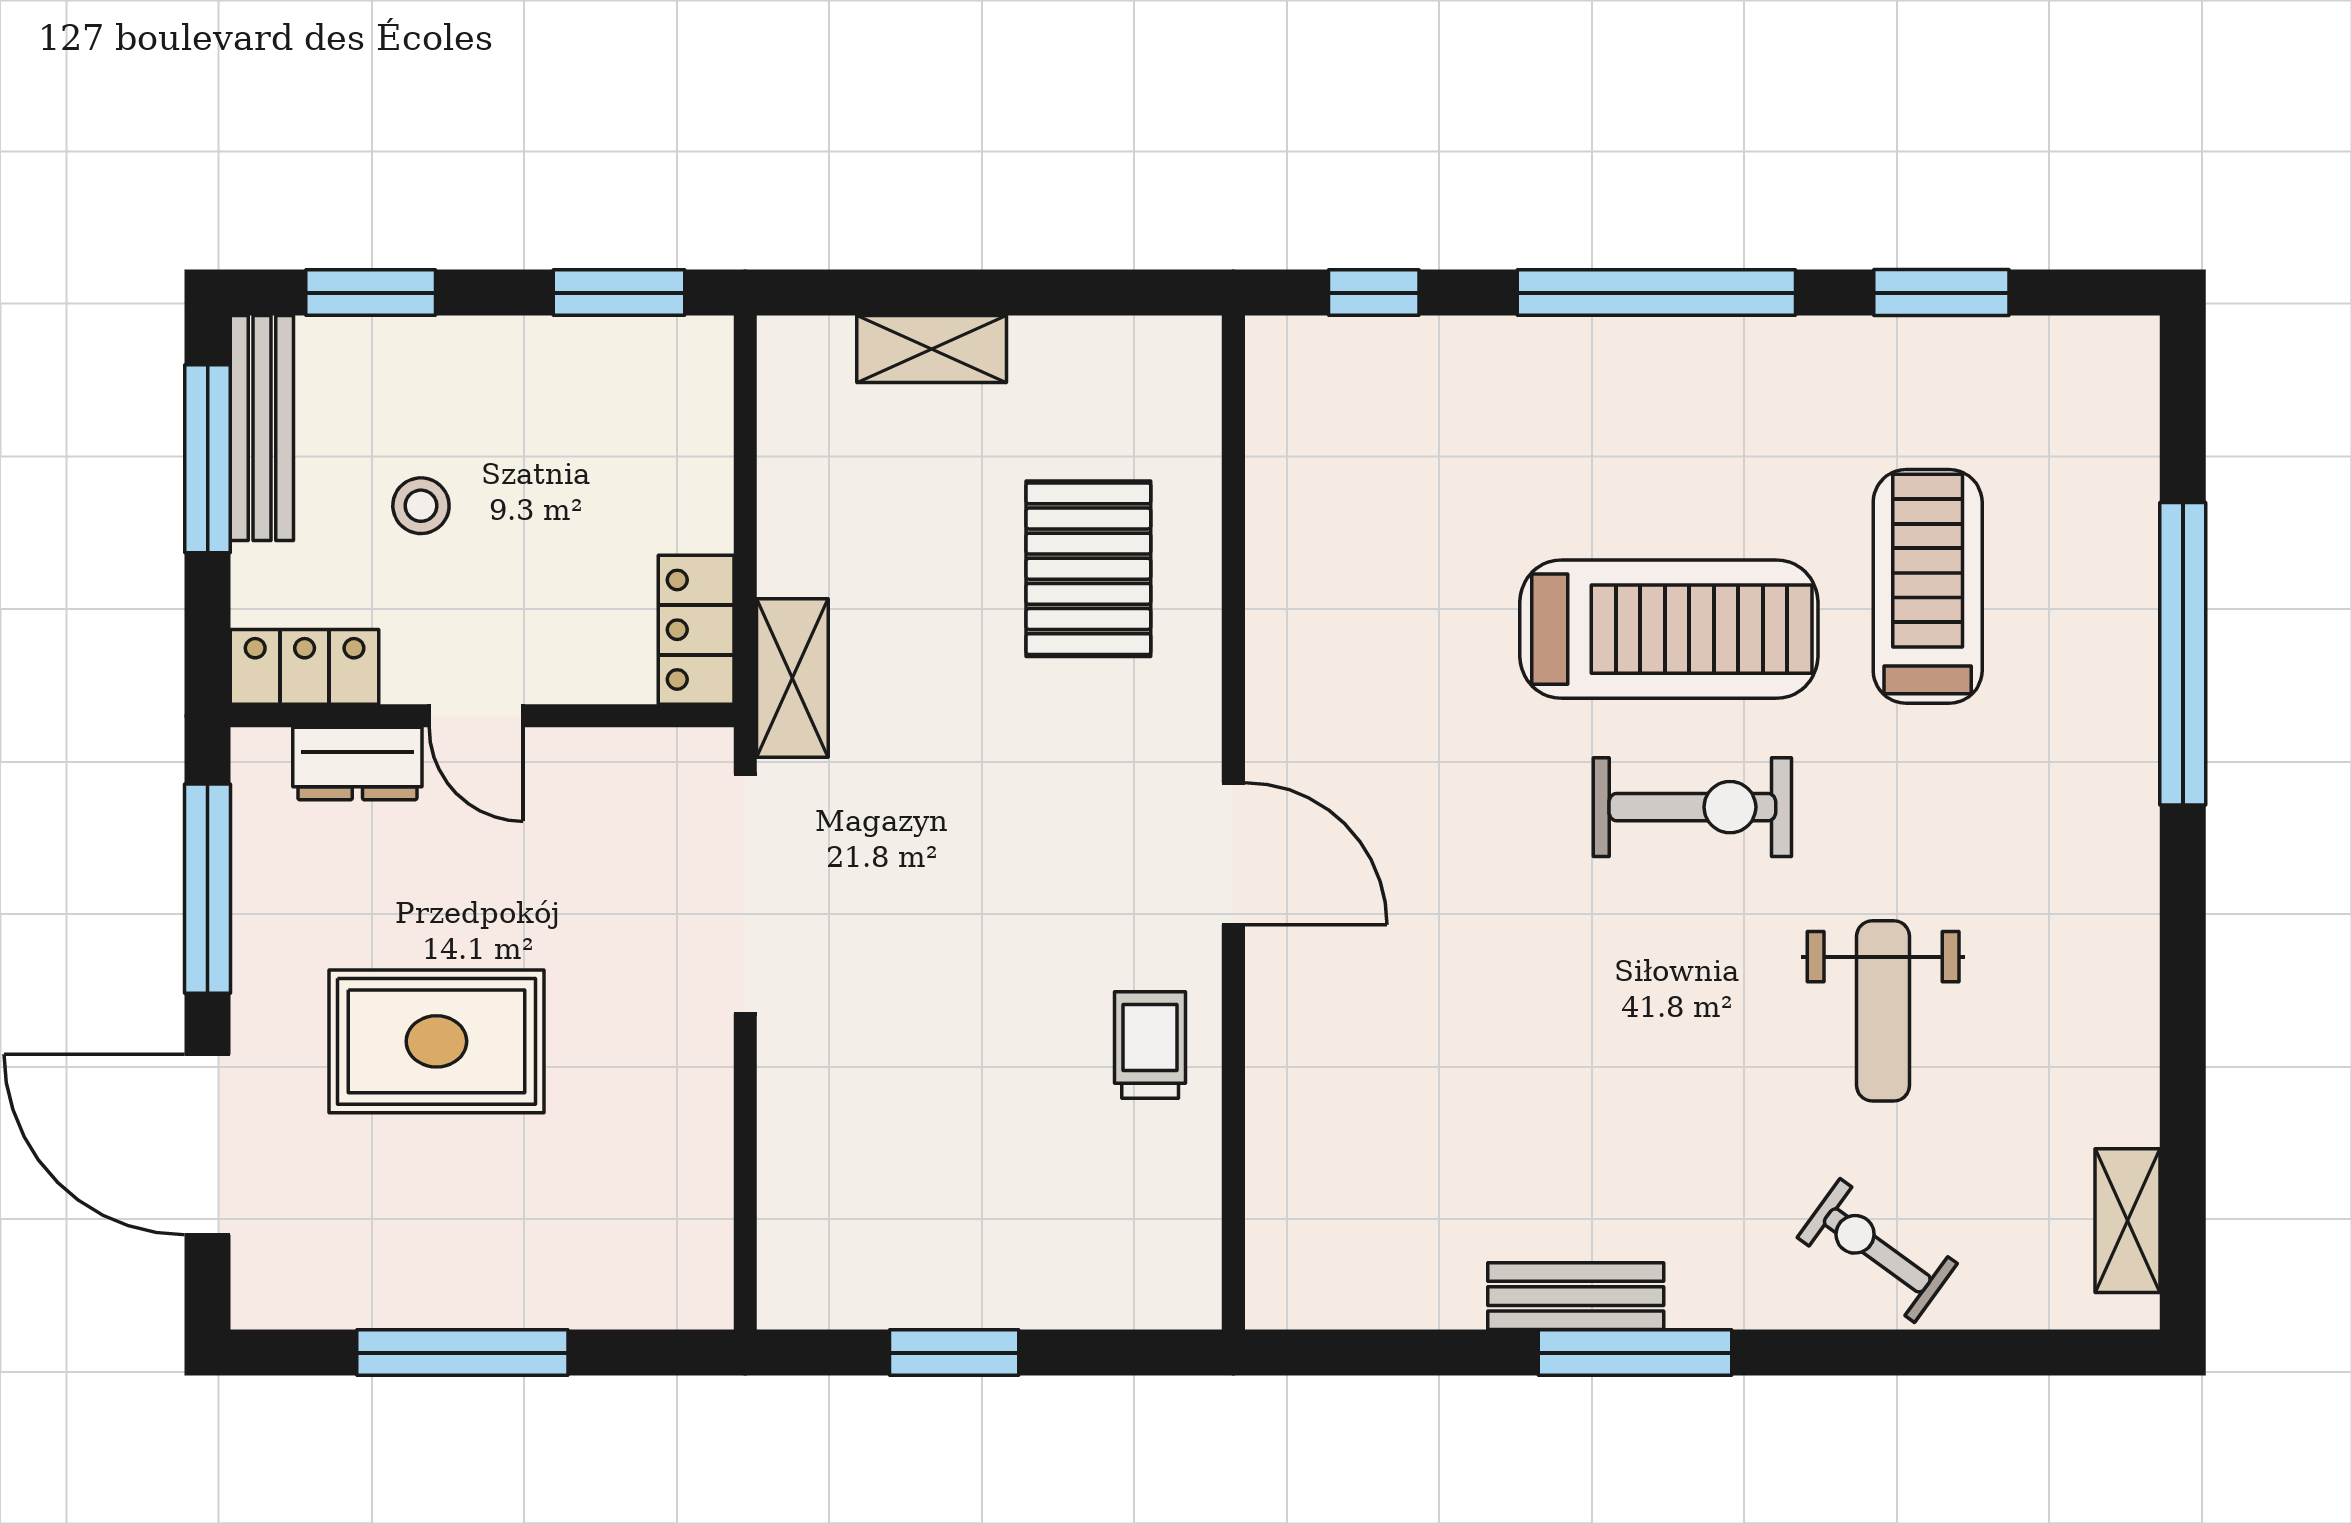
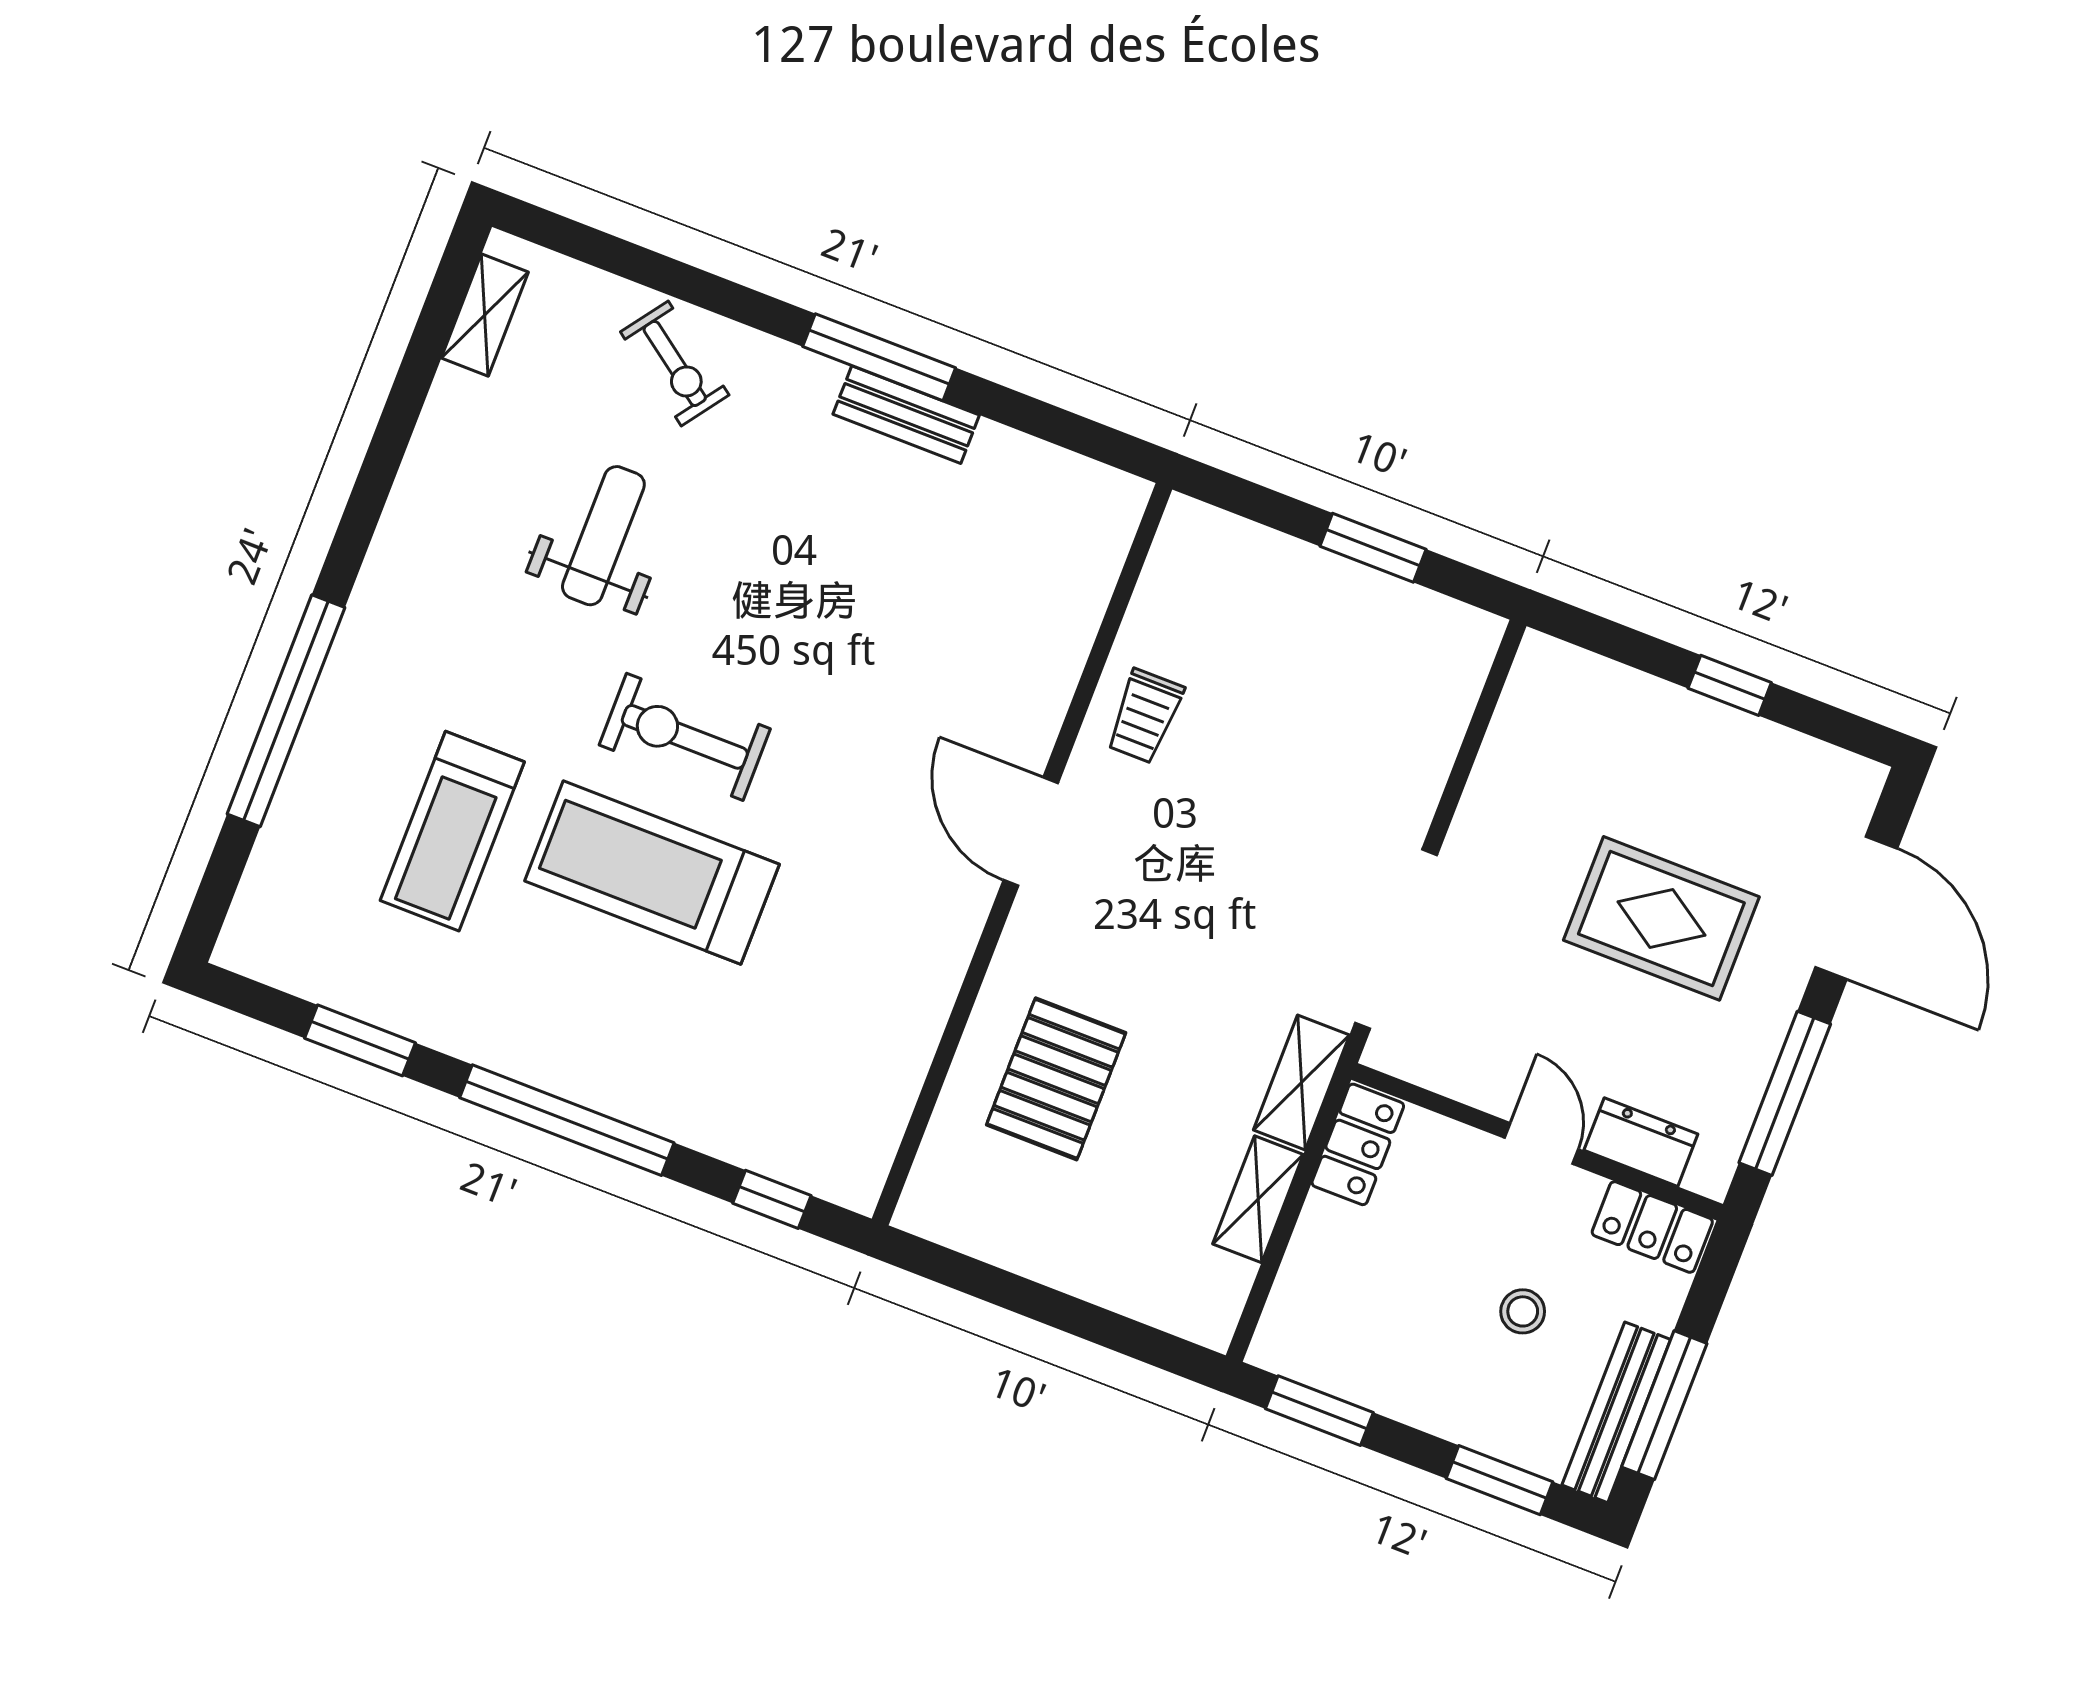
shelving: (932, 349) -> (1258, 1199), moved, turned 90
window: (462, 1353) -> (1730, 685), width x0.46

